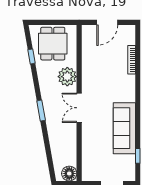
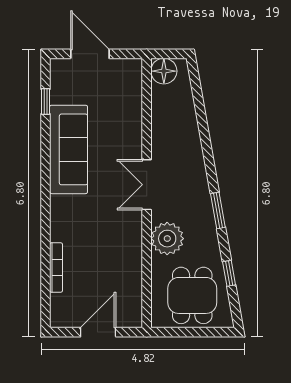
double door: (79, 108) -> (147, 185), swing flipped
window: (41, 111) -> (218, 210), moved

